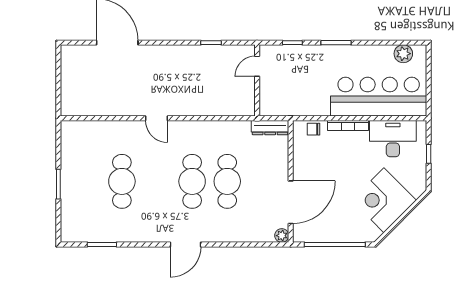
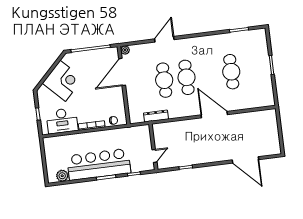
bar counter: (379, 97) -> (99, 164), moved, turned 180
door: (157, 118) -> (214, 115), width x1.88
dresser: (270, 128) -> (156, 116), moved
door: (186, 244) -> (164, 39), moved

